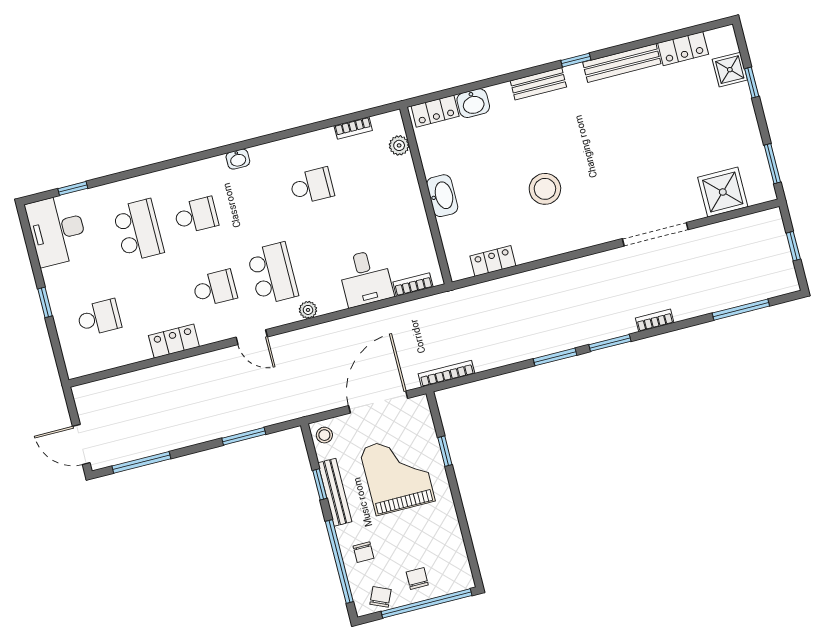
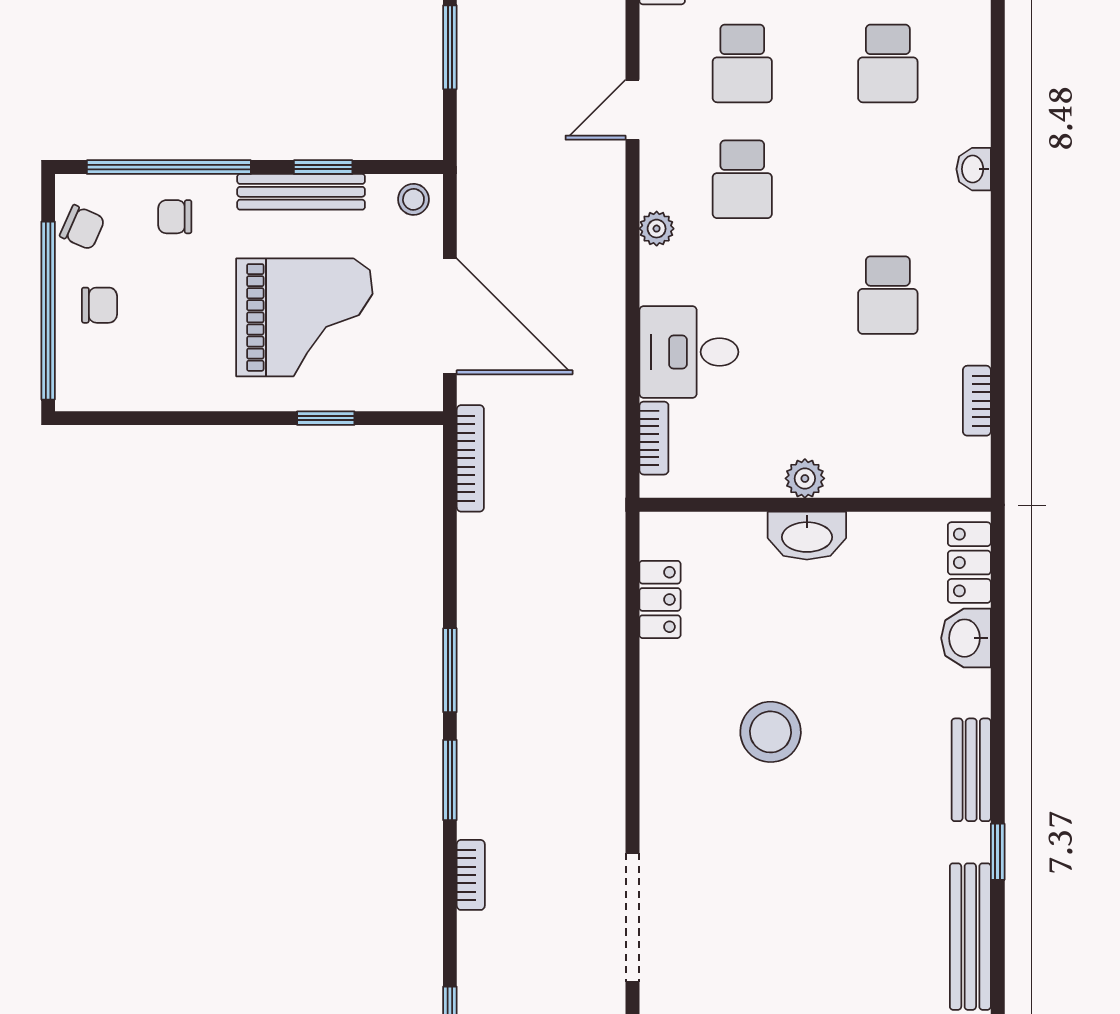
plant: (399, 145) -> (805, 478), moved
school desk: (272, 273) -> (742, 179), width x0.54

